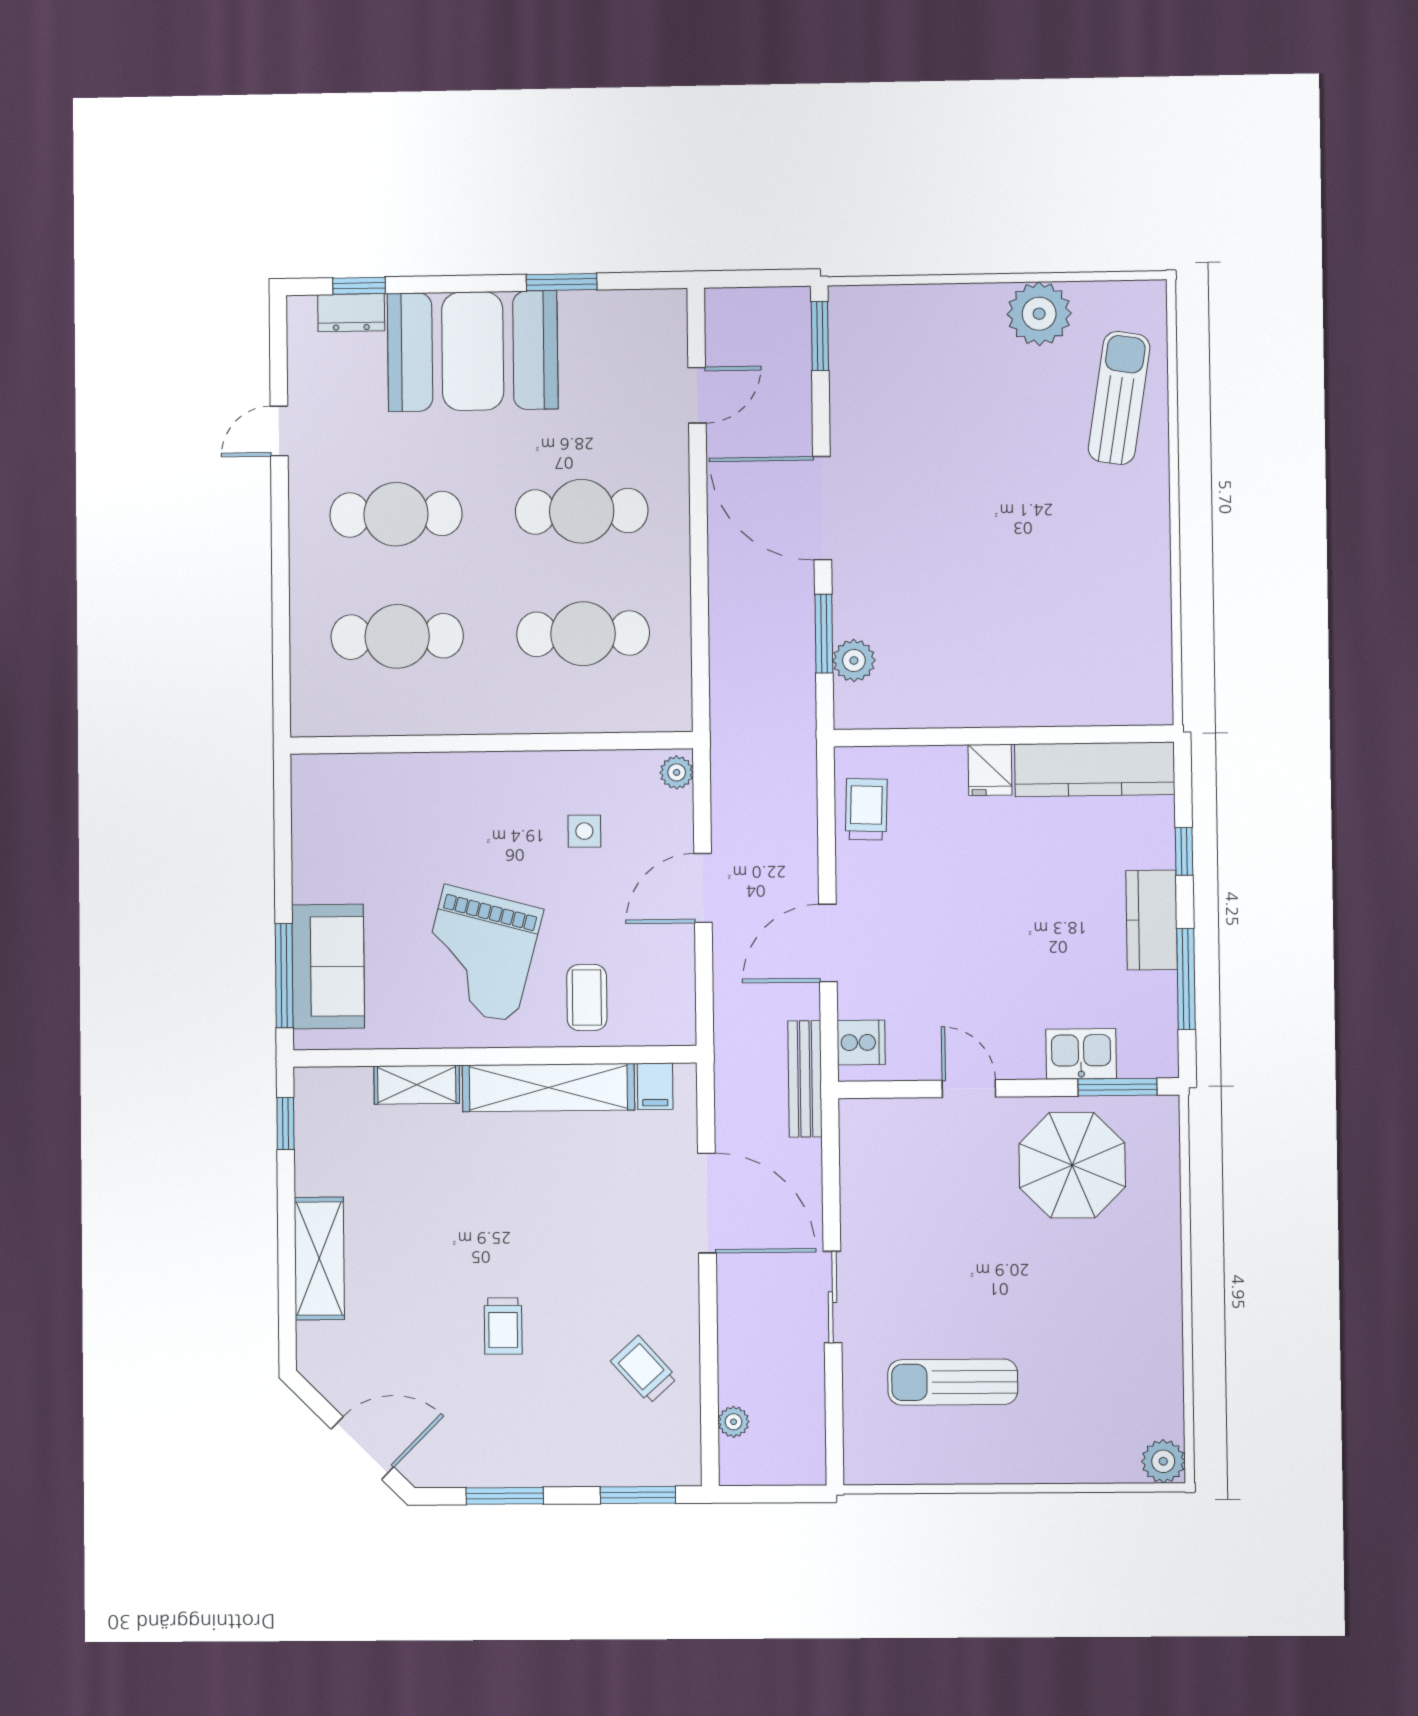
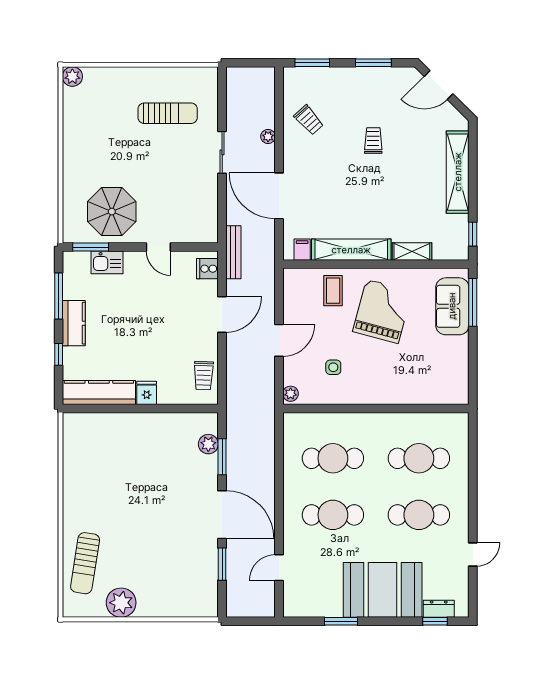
window: (820, 336) -> (222, 564), moved
shelving: (319, 1259) -> (458, 172), width x1.47
plant: (734, 1422) -> (268, 136), moved

